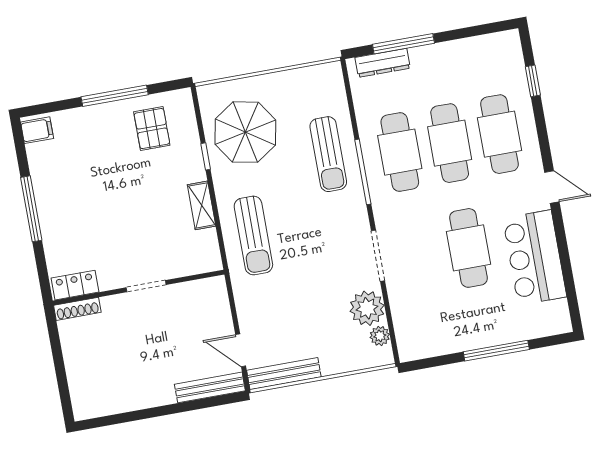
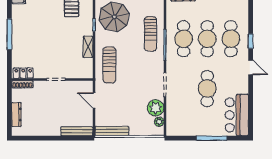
window: (533, 81) -> (251, 41), moved
bar counter: (535, 258) -> (237, 115), moved
door: (241, 350) -> (94, 100), moved
dresser: (76, 375) -> (16, 115), added

